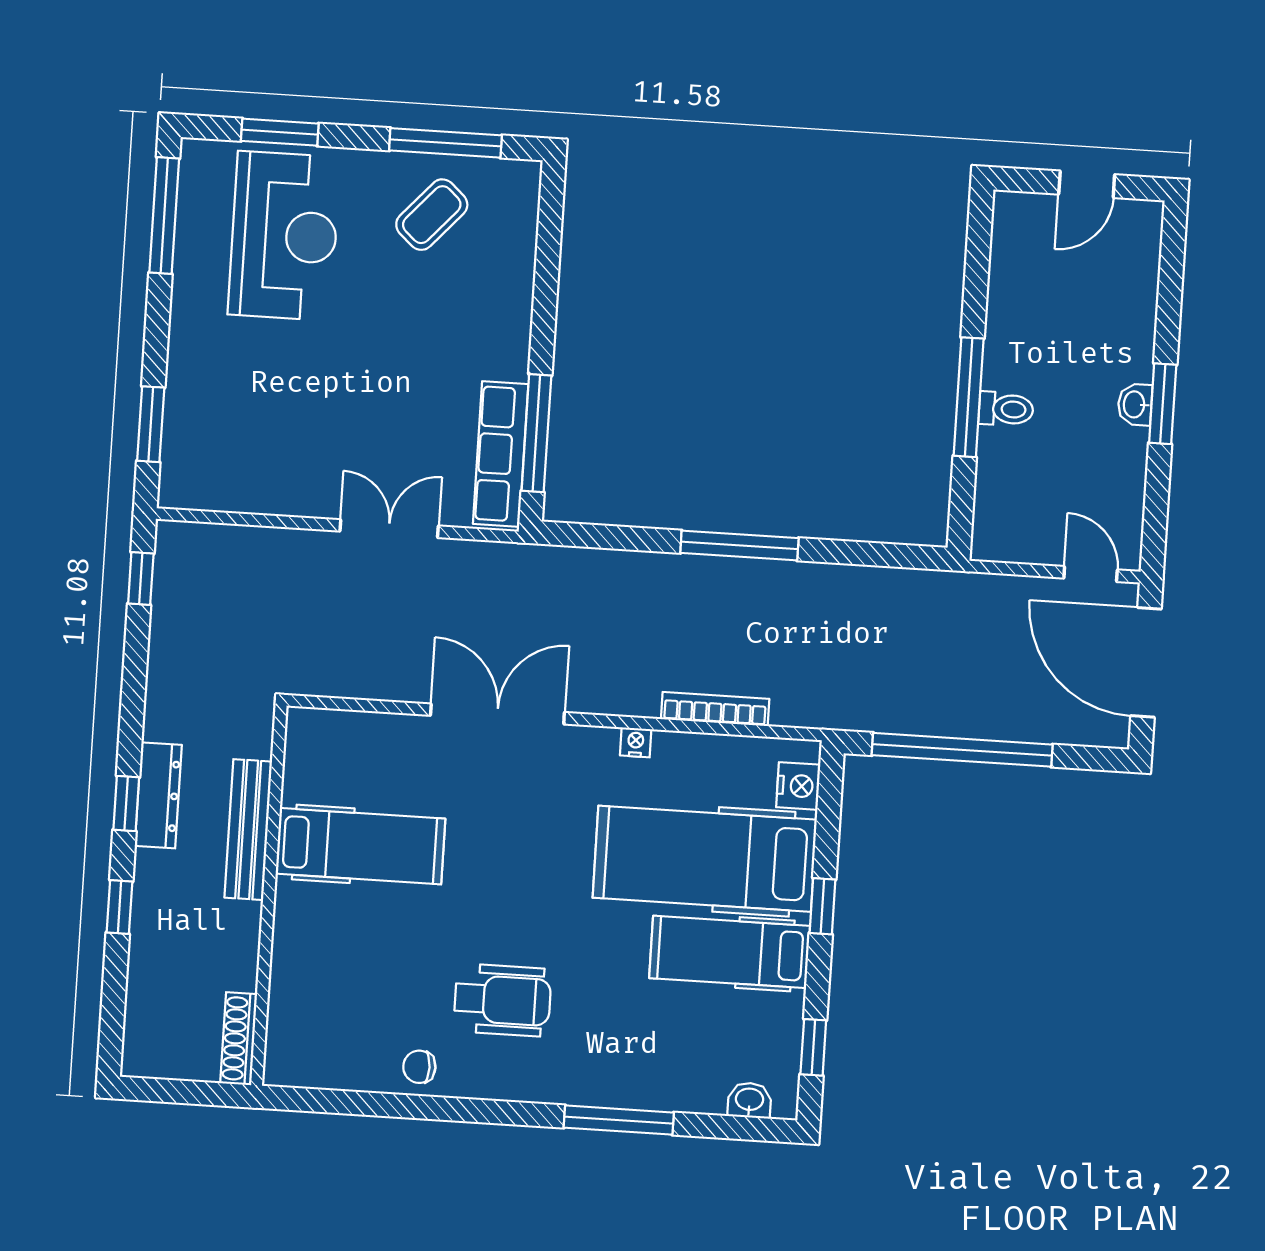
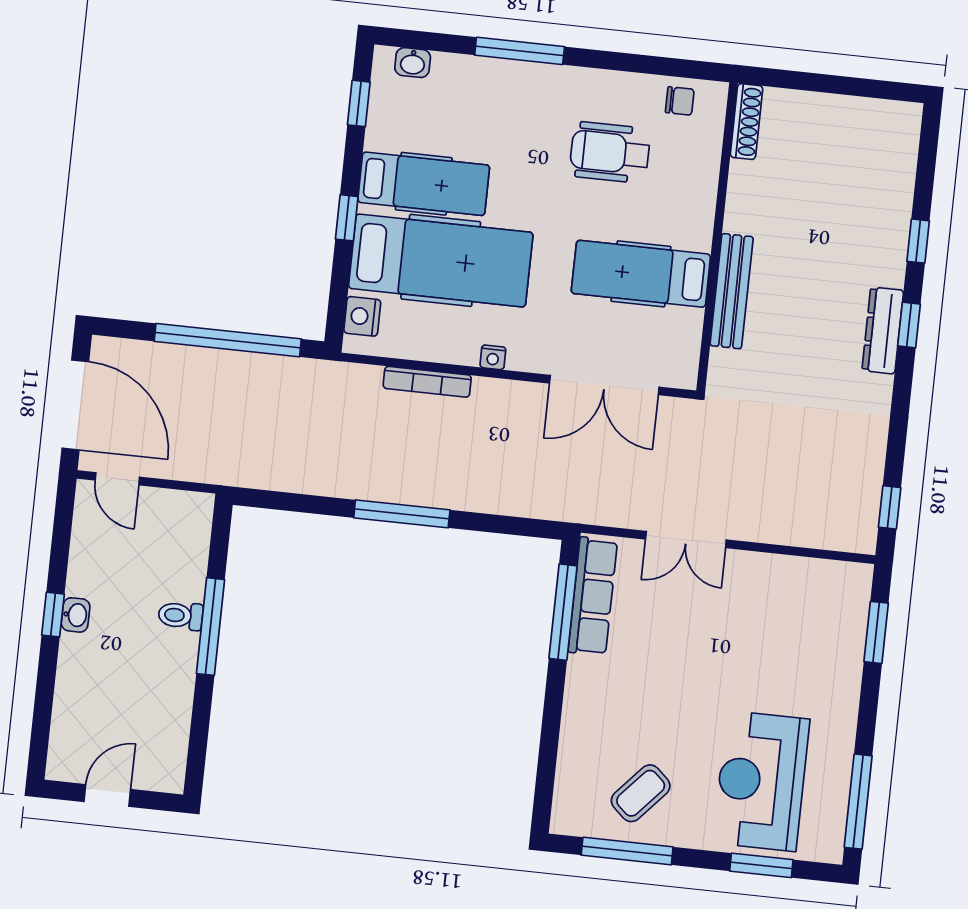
window: (1163, 404) -> (53, 615), width x0.67
bench: (248, 830) -> (732, 291), moved
hospital bed: (360, 846) -> (641, 274), moved
wall: (269, 895) -> (717, 237), moved
shoe rack: (239, 1039) -> (747, 122), moved

